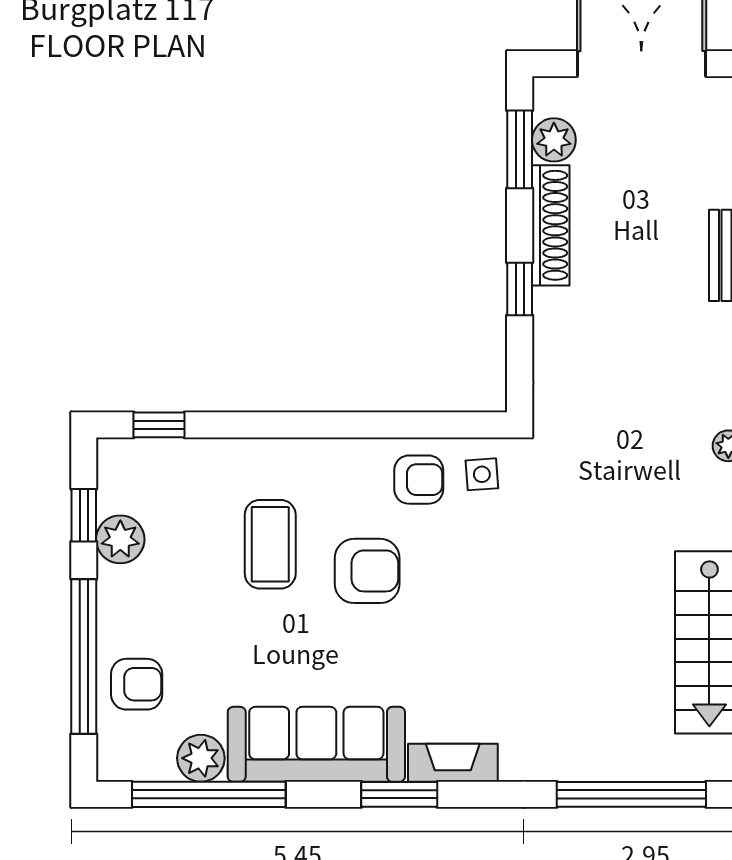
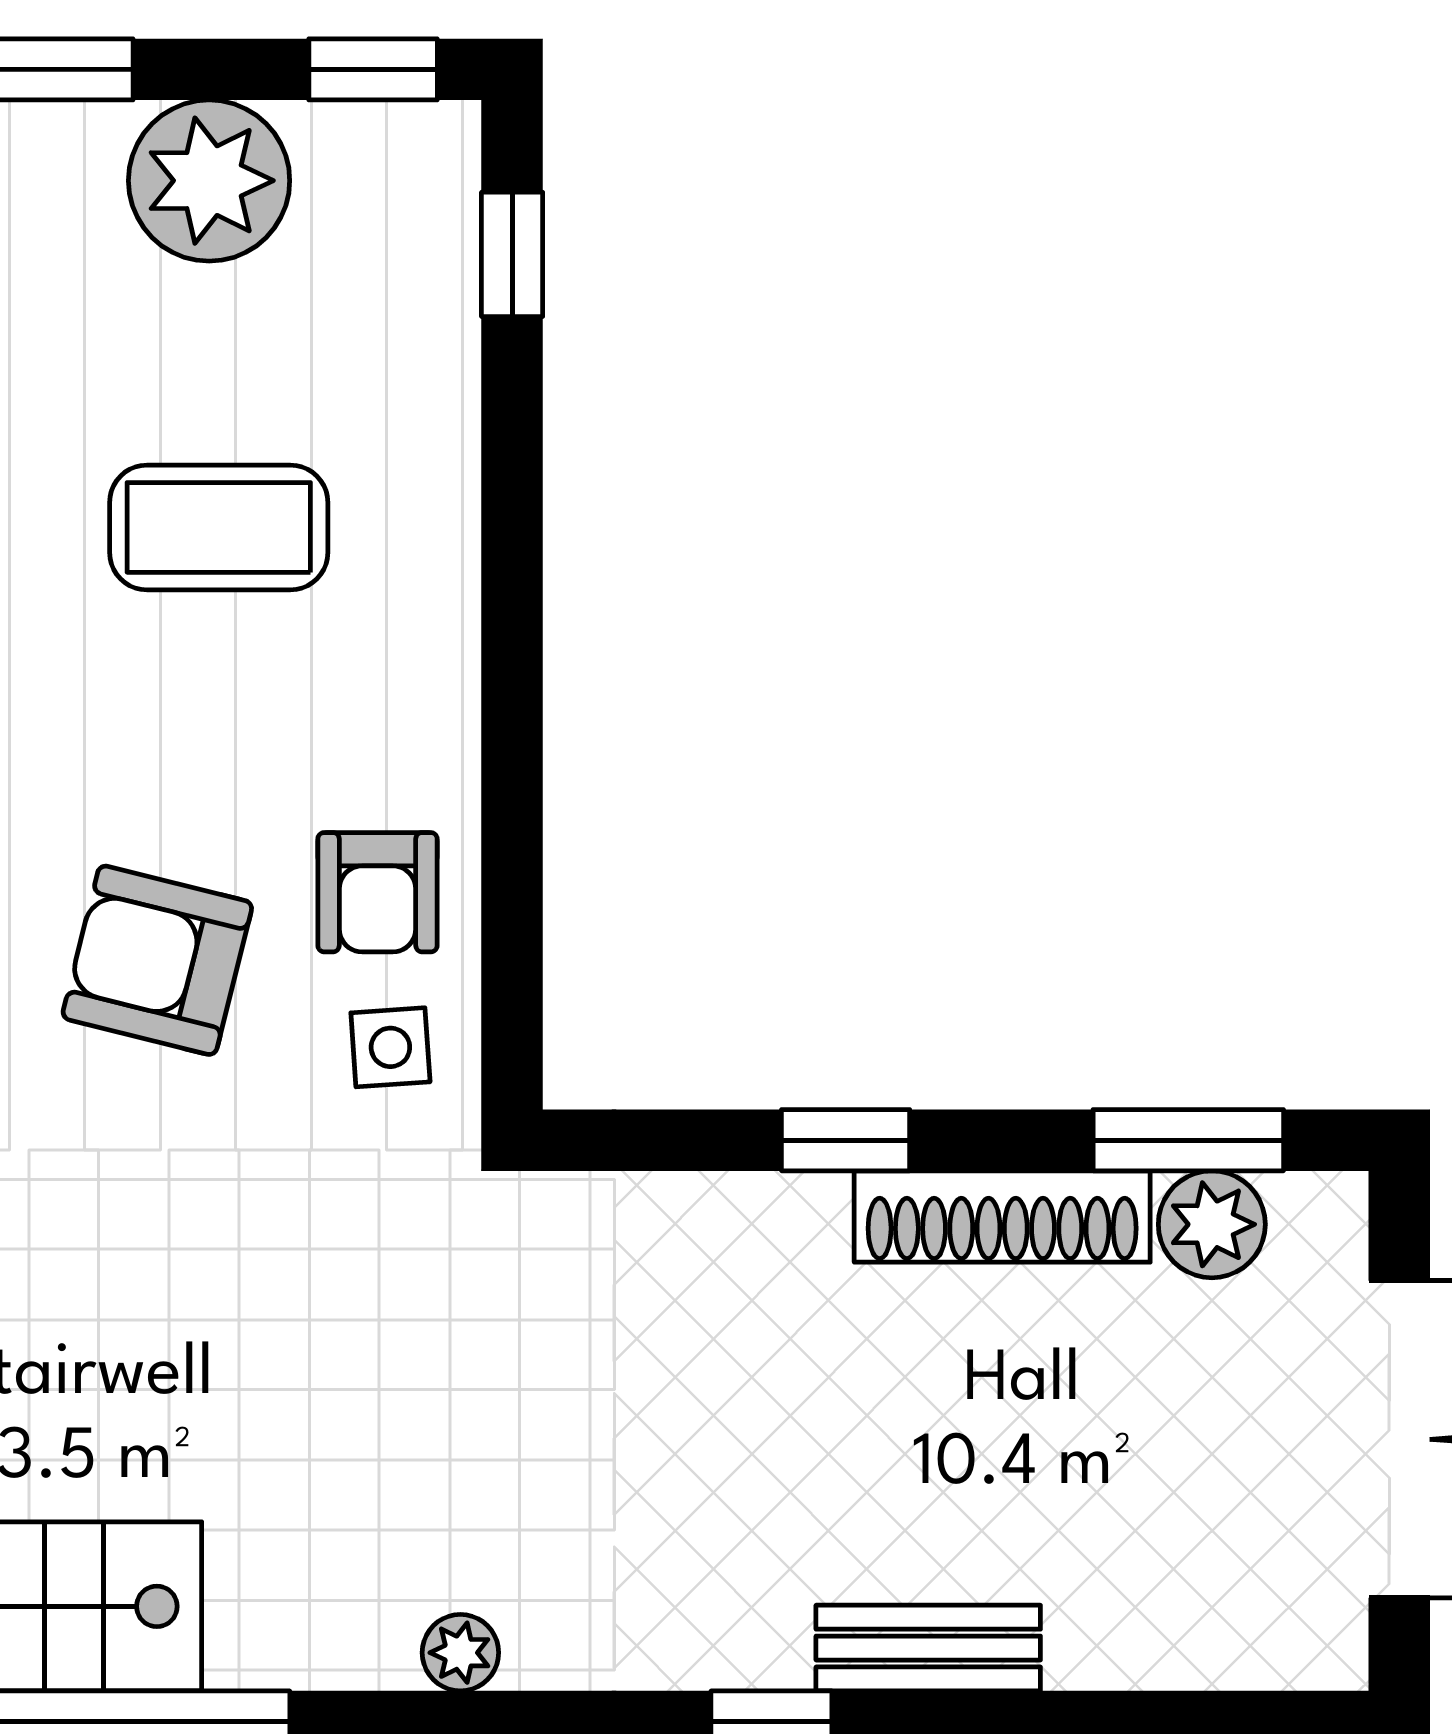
window: (84, 515) -> (373, 69), moved
plant: (120, 539) -> (209, 181), width x1.36, depth x1.36
armchair: (367, 571) -> (157, 960), moved, turned 104

